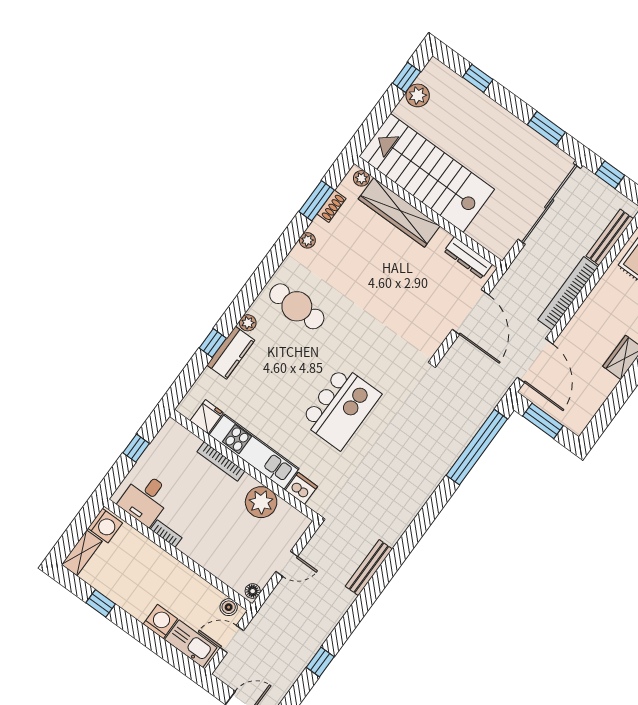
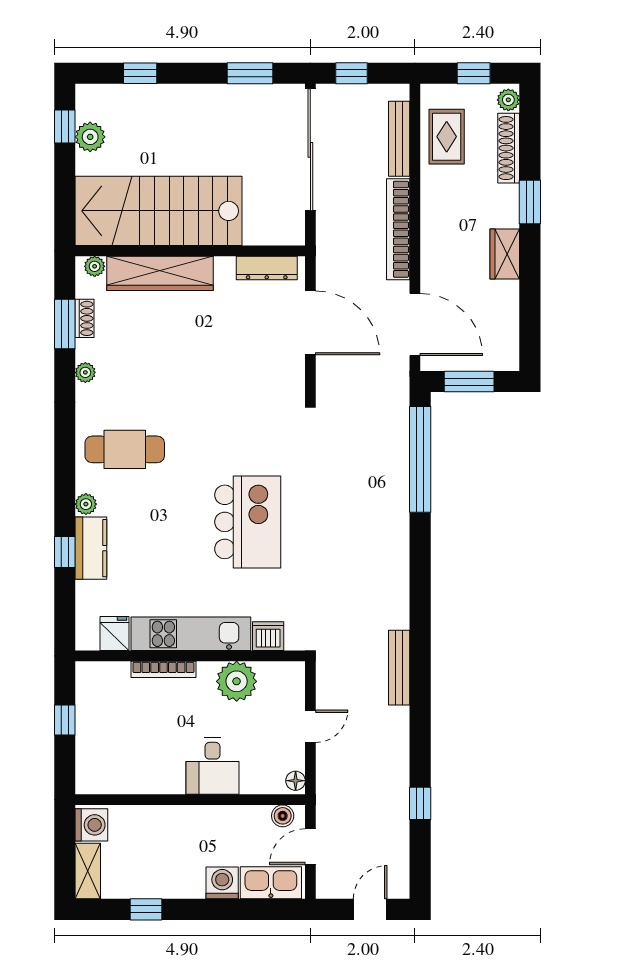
desk: (145, 499) -> (213, 766), moved
bookcase: (166, 533) -> (161, 786), removed

